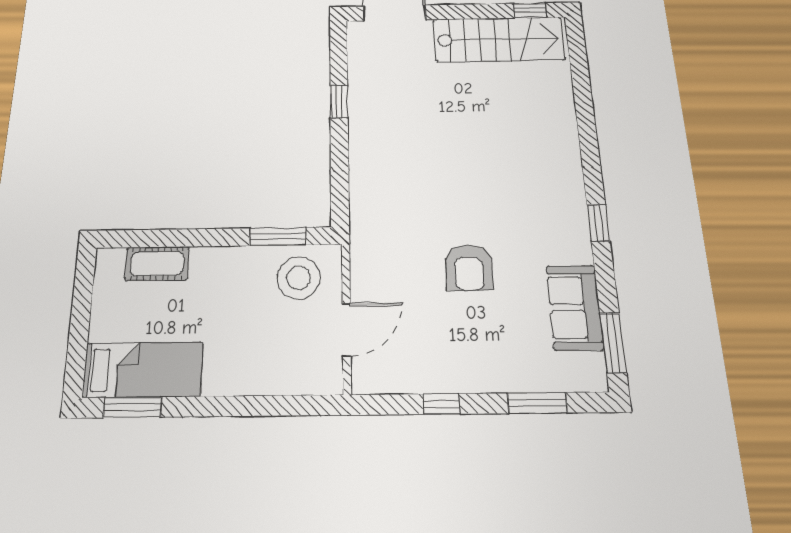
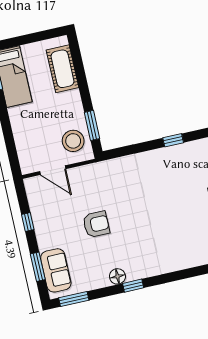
floor lamp: (577, 248) -> (117, 276), added
cot: (157, 264) -> (62, 69), width x1.37, depth x1.34
armchair: (469, 267) -> (96, 224), turned 180
sofa: (575, 307) -> (56, 270), moved, turned 90

